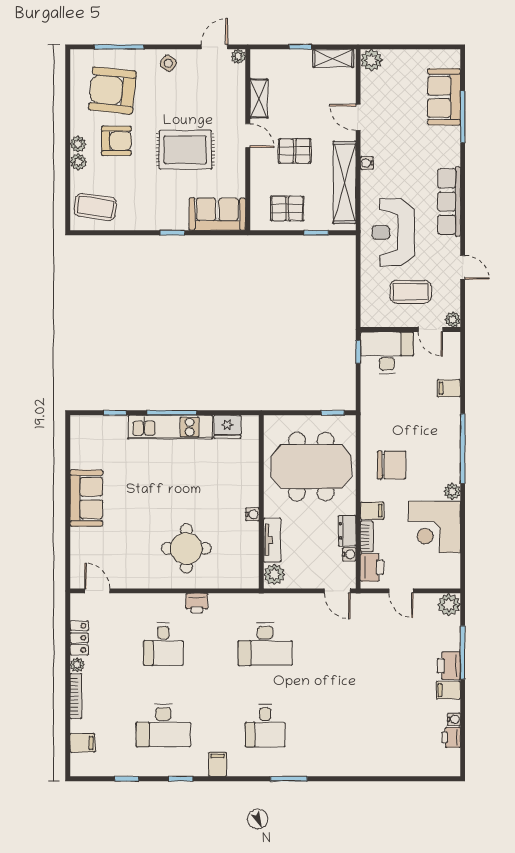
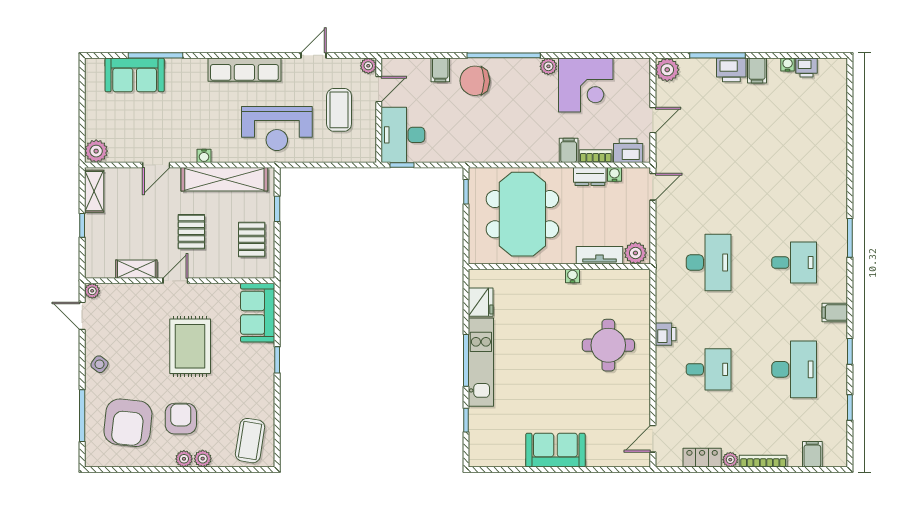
chair: (392, 465) -> (475, 81), moved, turned -90

